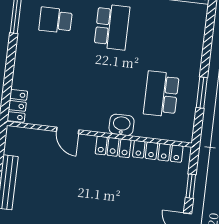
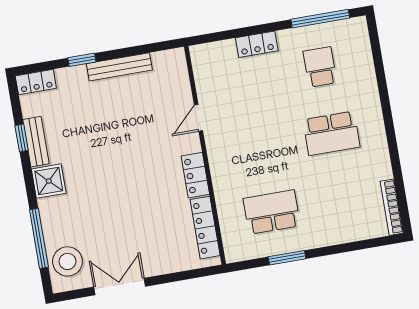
locker: (17, 106) -> (257, 44), moved
washbasin: (122, 125) -> (223, 177), removed
window: (191, 186) -> (177, 277), removed

